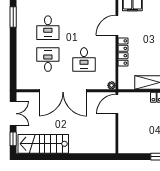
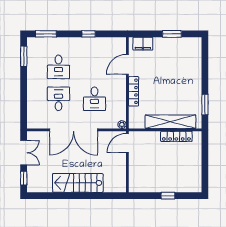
stairs: (43, 144) -> (78, 183), moved

